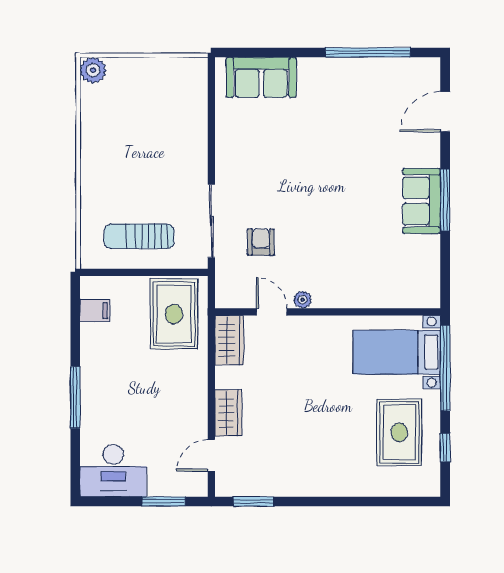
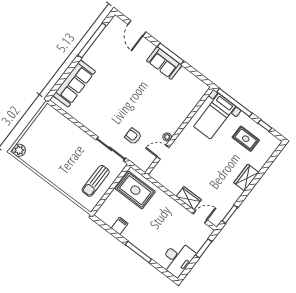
sofa: (261, 77) -> (74, 83), width x1.36
filing cabinet: (95, 311) -> (120, 226), moved
wardrobe: (229, 340) -> (246, 178), moved, turned -90
rug: (399, 432) -> (246, 139), width x0.73, depth x0.70
door: (211, 455) -> (200, 217), swing flipped

